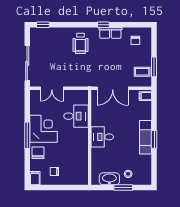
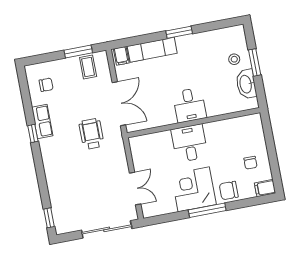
wheelchair: (80, 43) -> (91, 134), moved, turned -90
desk: (76, 116) -> (190, 143), moved
exam couch: (146, 137) -> (152, 50), moved

